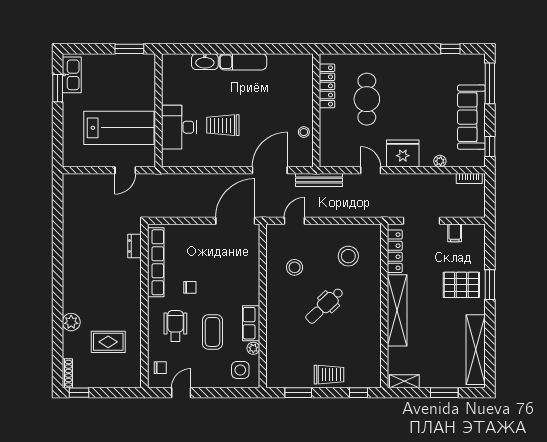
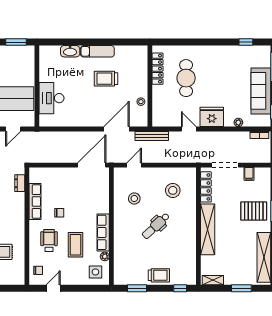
trolley: (223, 125) -> (106, 79), moved
row of seats: (156, 262) -> (35, 201), width x0.73
row of seats: (251, 323) -> (103, 232), width x1.48

